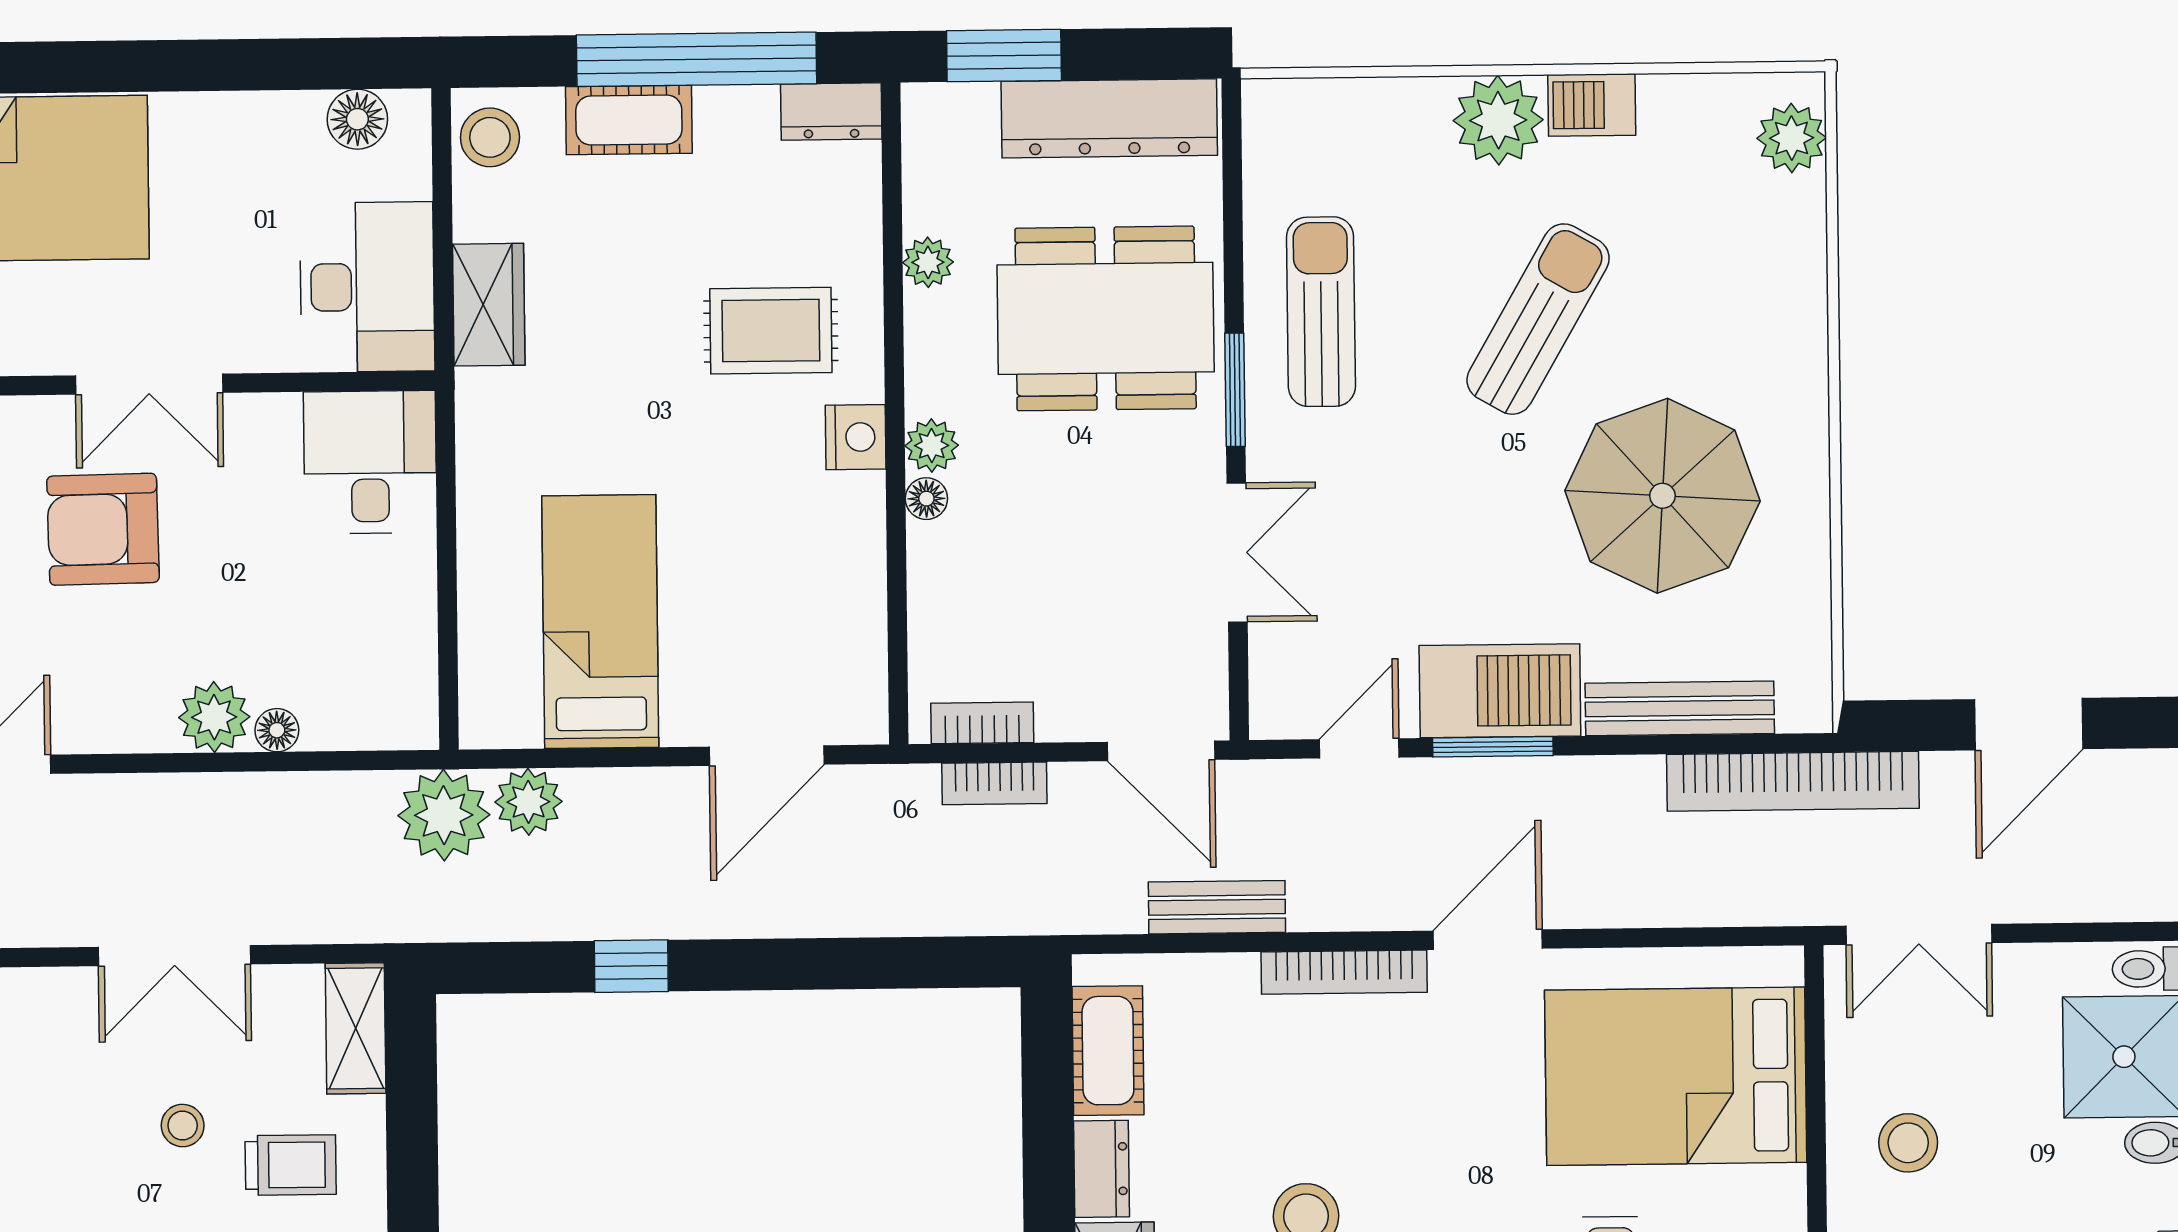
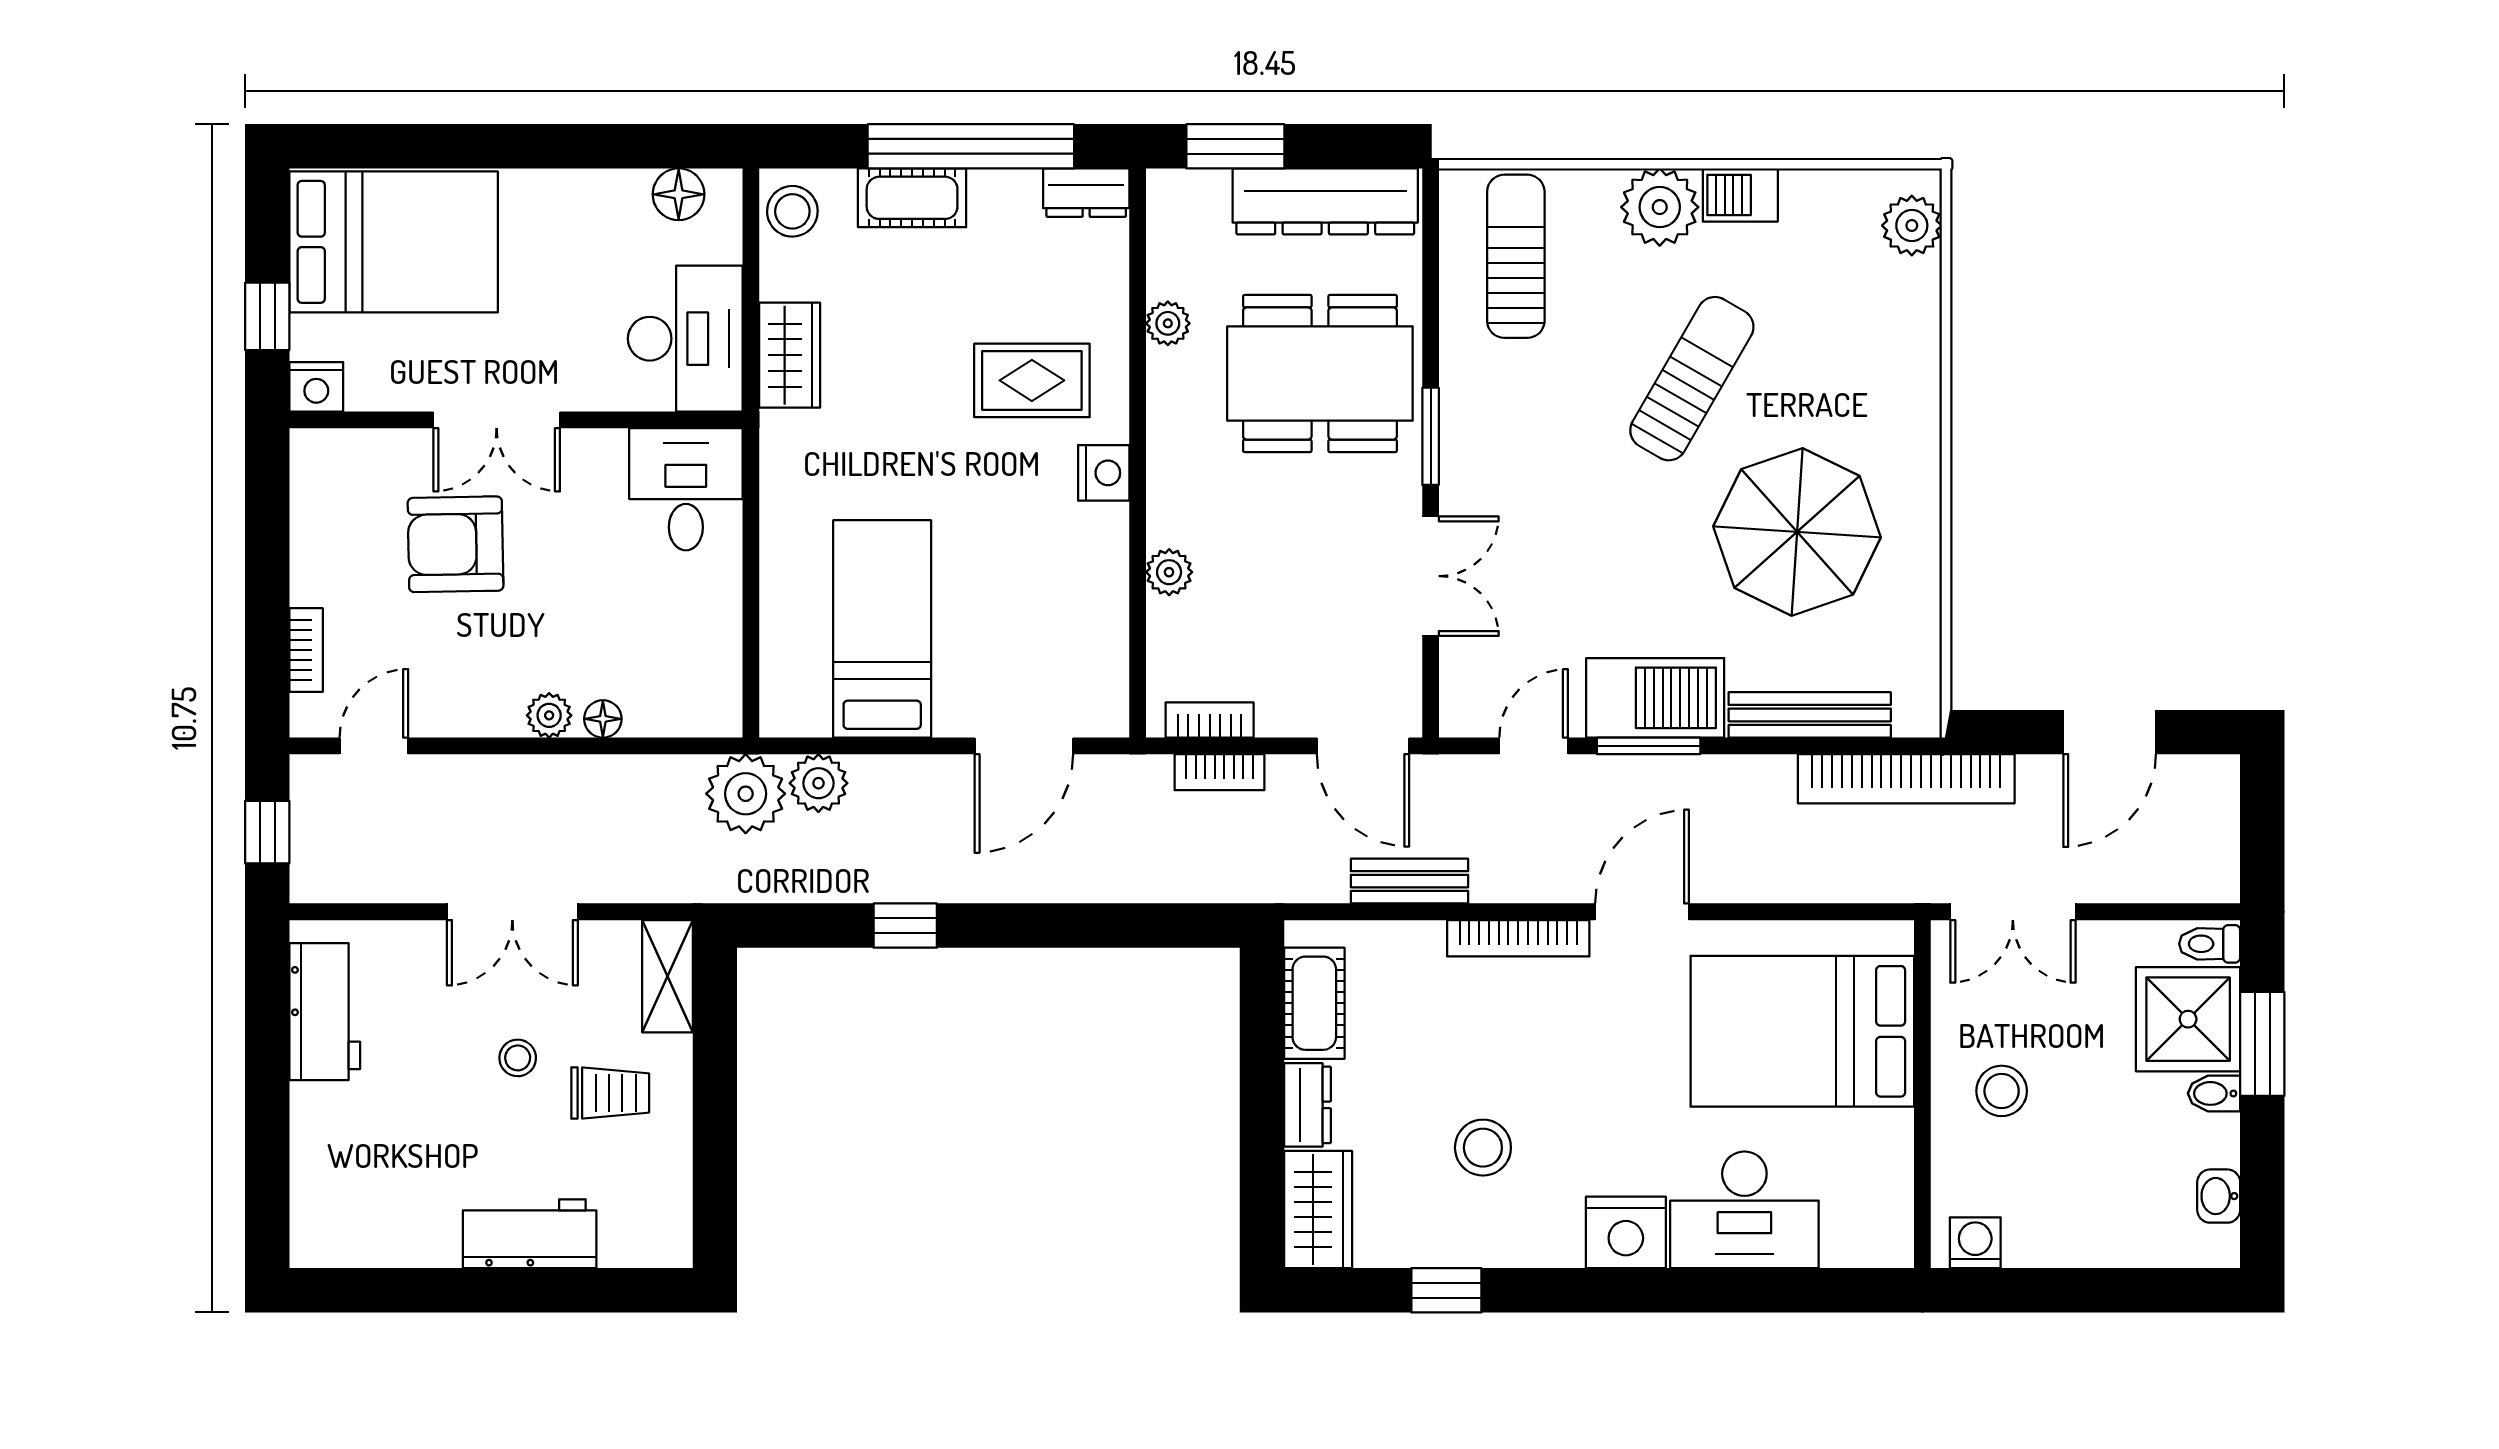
sun lounger: (1321, 312) -> (1516, 256), moved
plant: (932, 446) -> (1169, 572), moved
floor lamp: (926, 499) -> (1164, 527), removed
plant: (214, 717) -> (549, 715), width x0.73, depth x0.73

